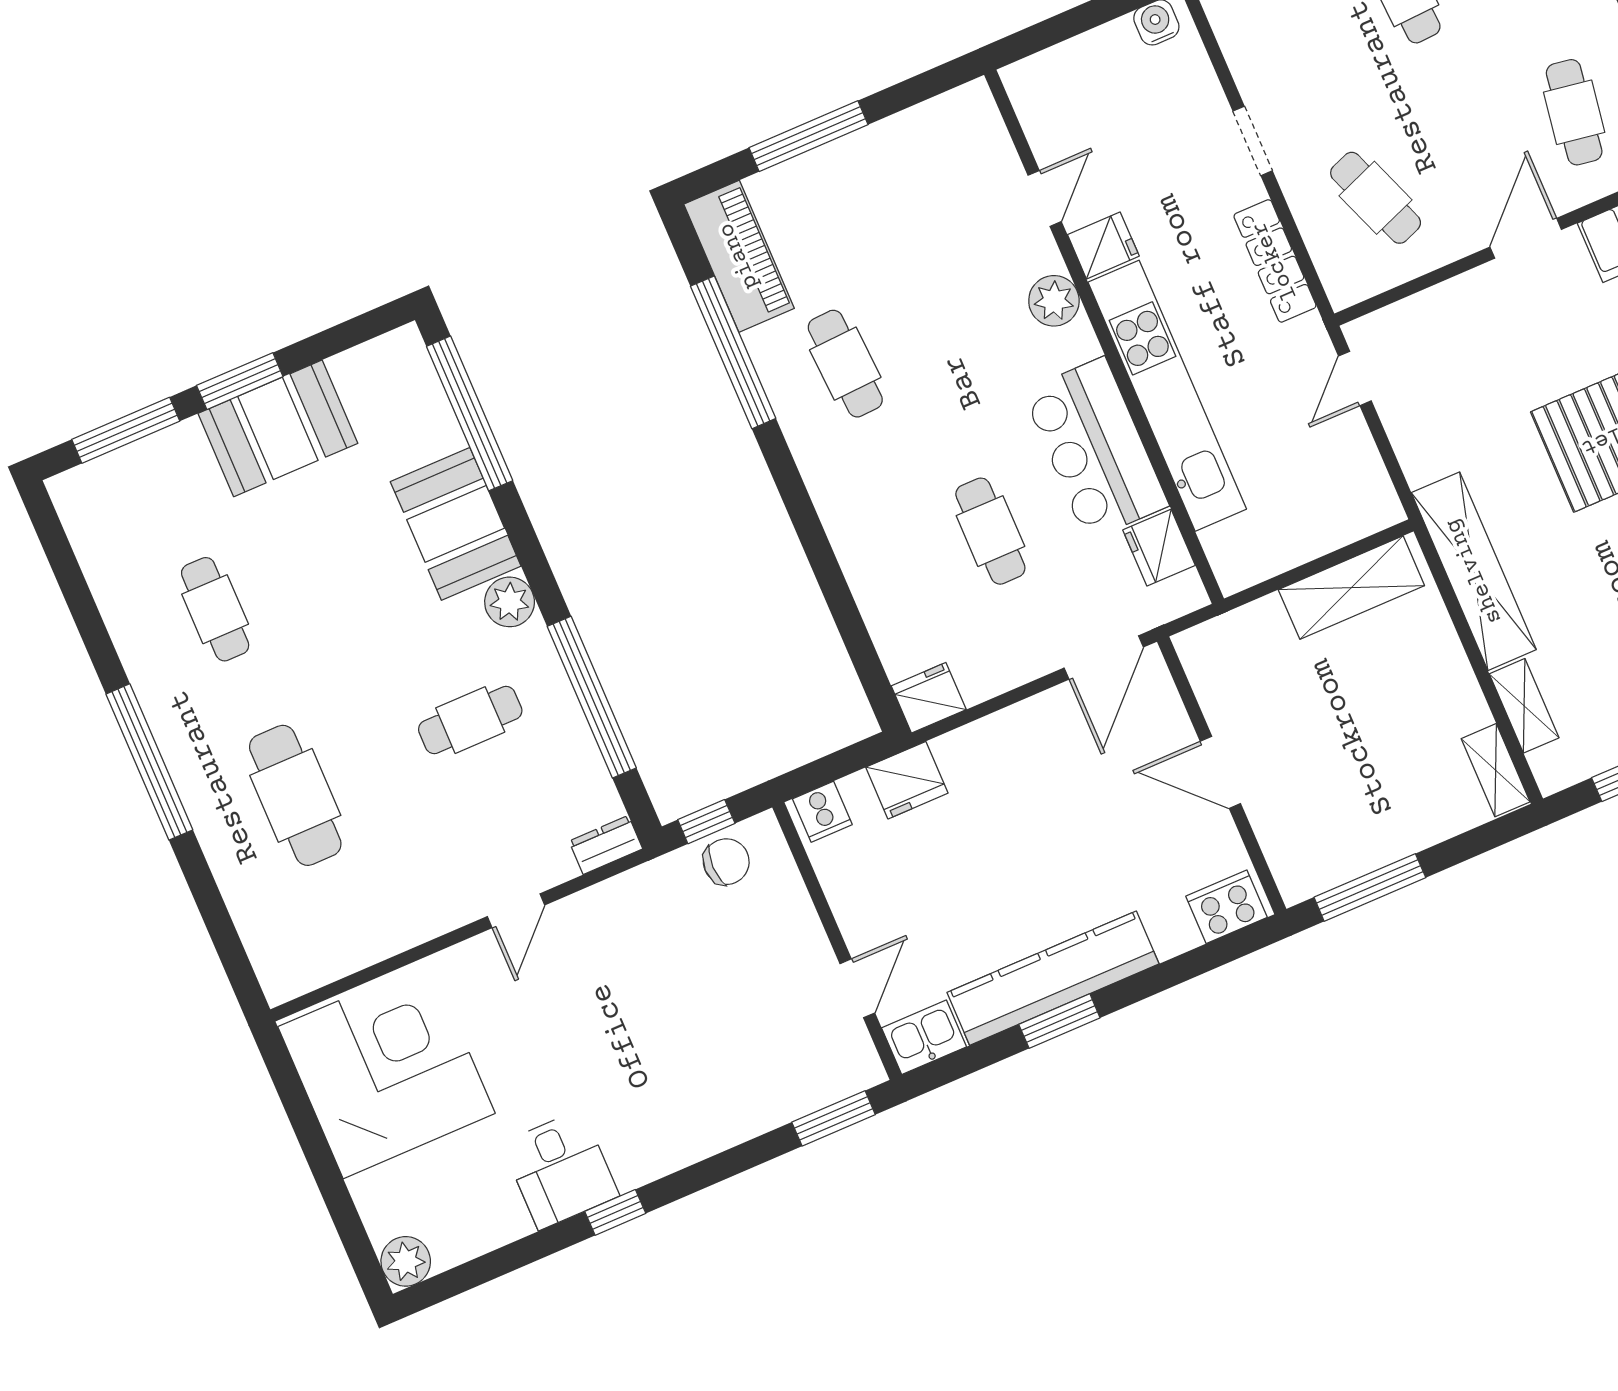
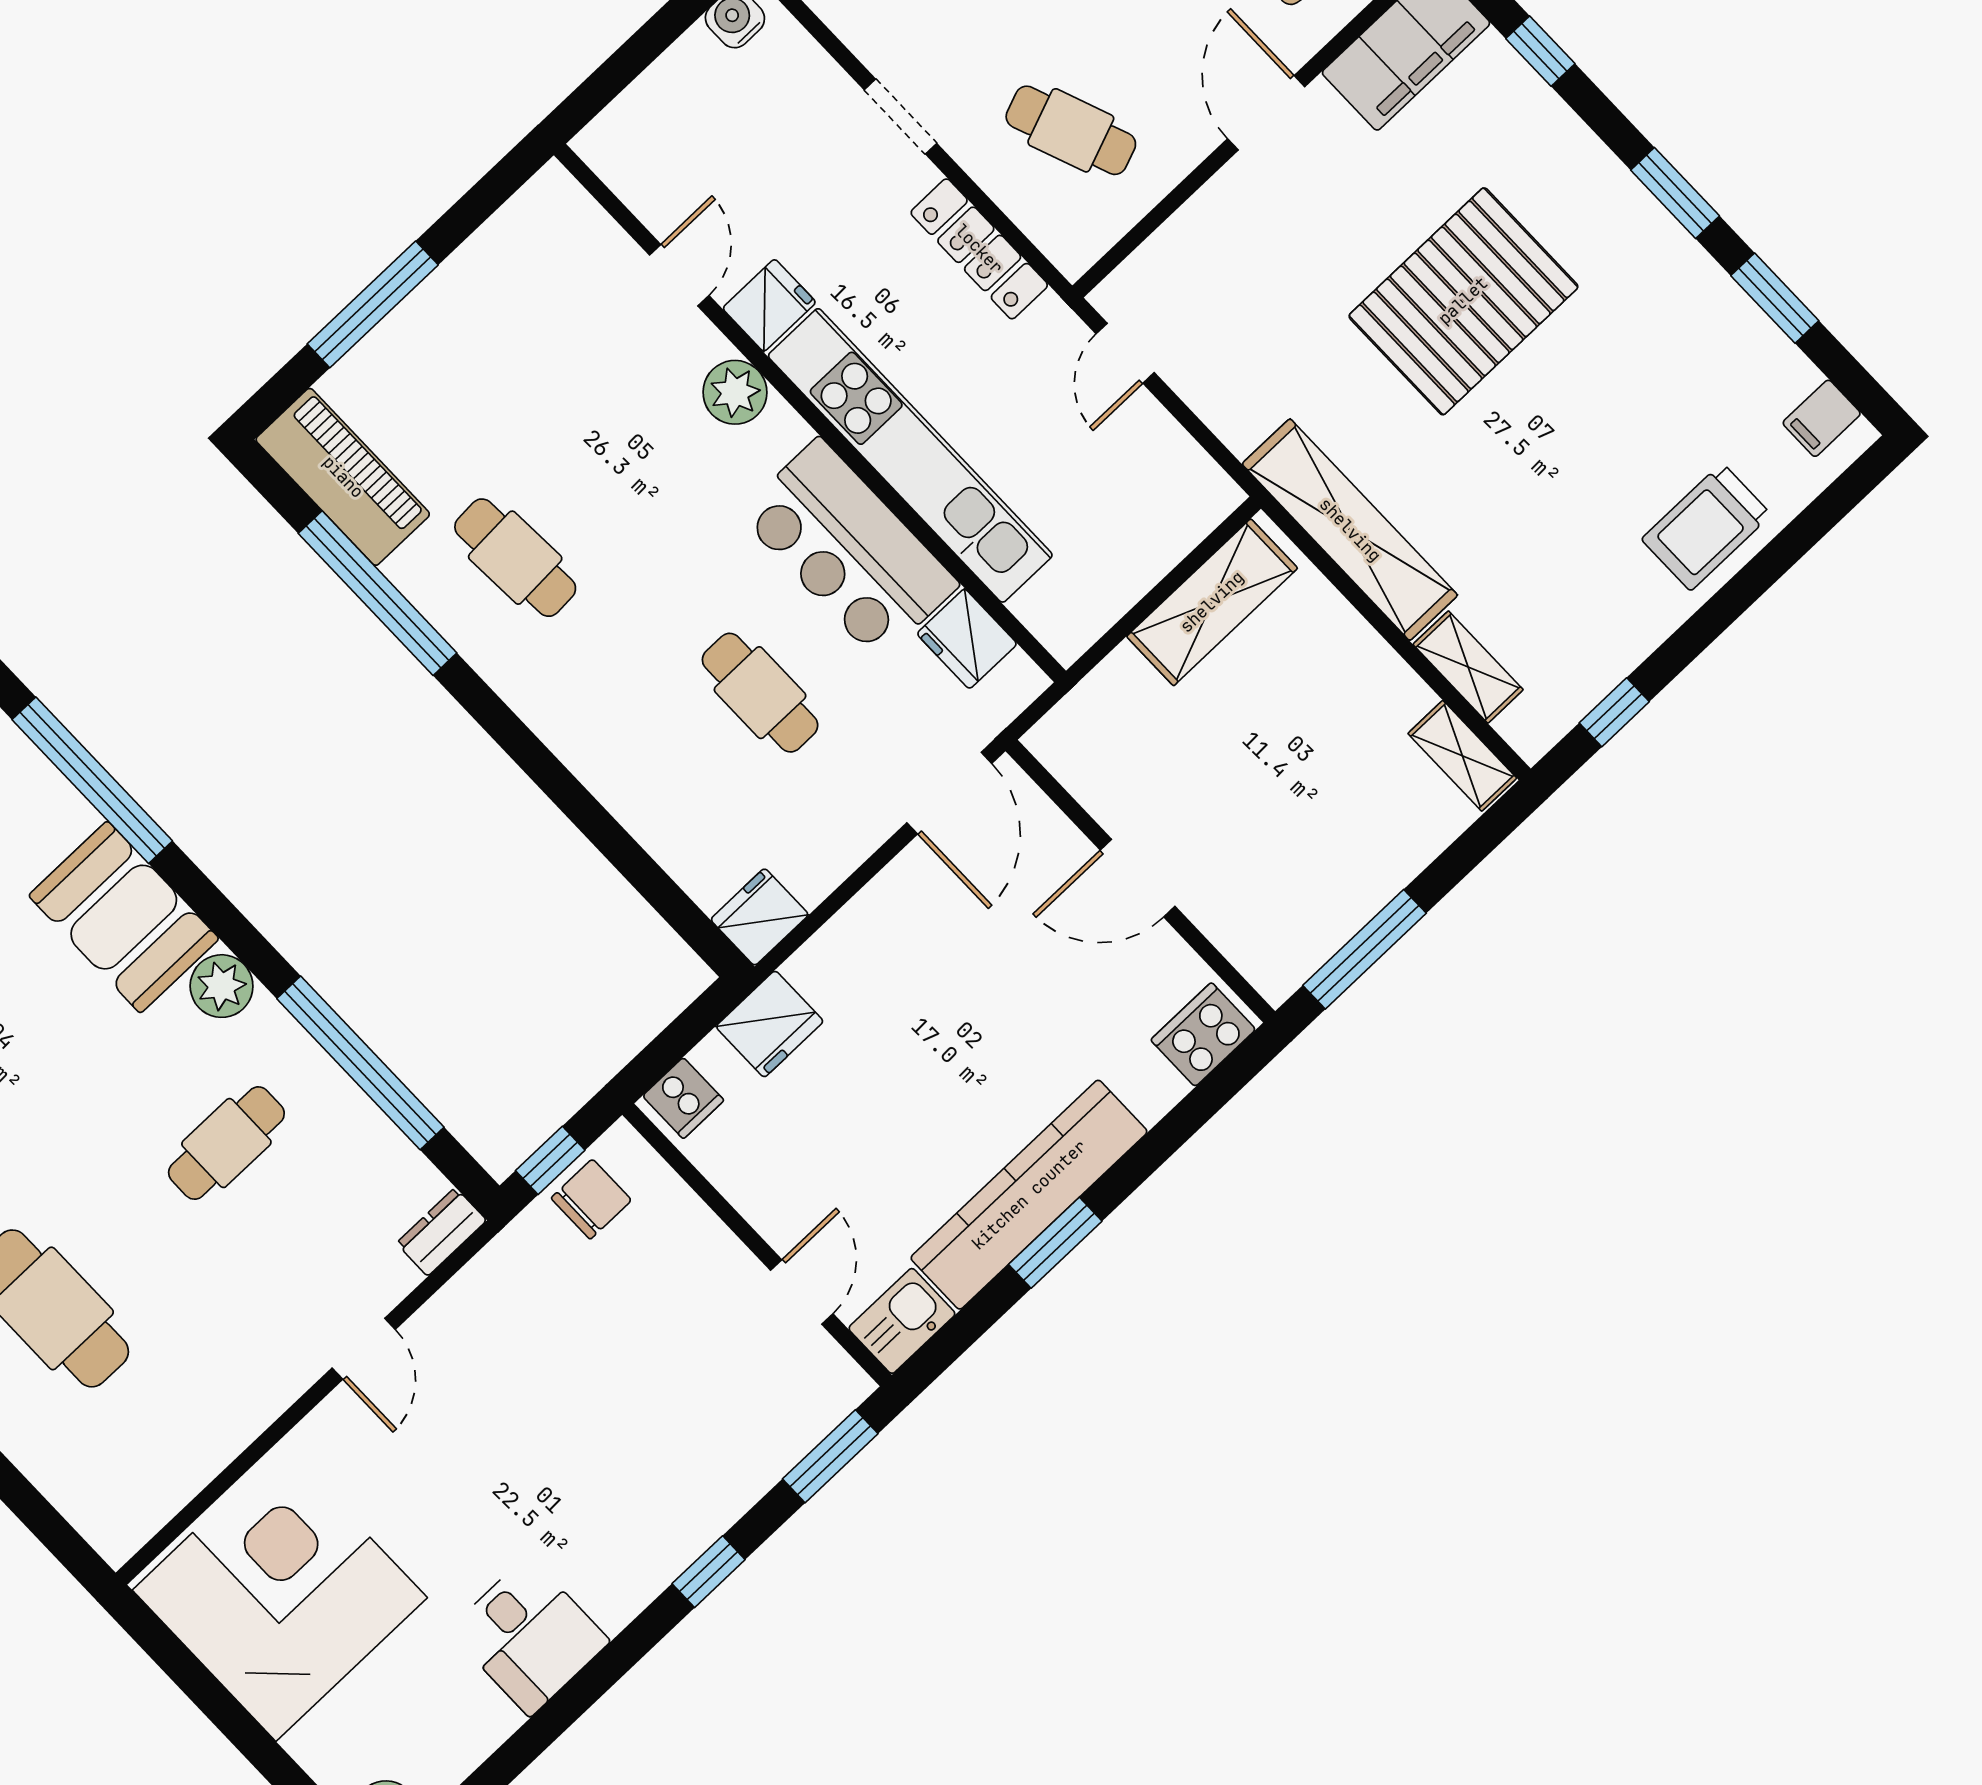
window: (615, 1212) -> (709, 1572), moved

